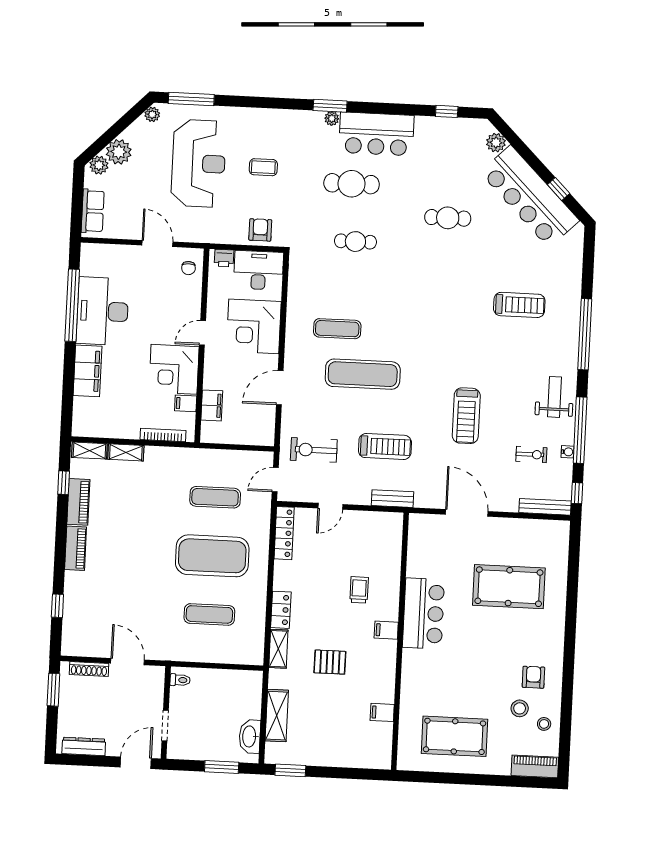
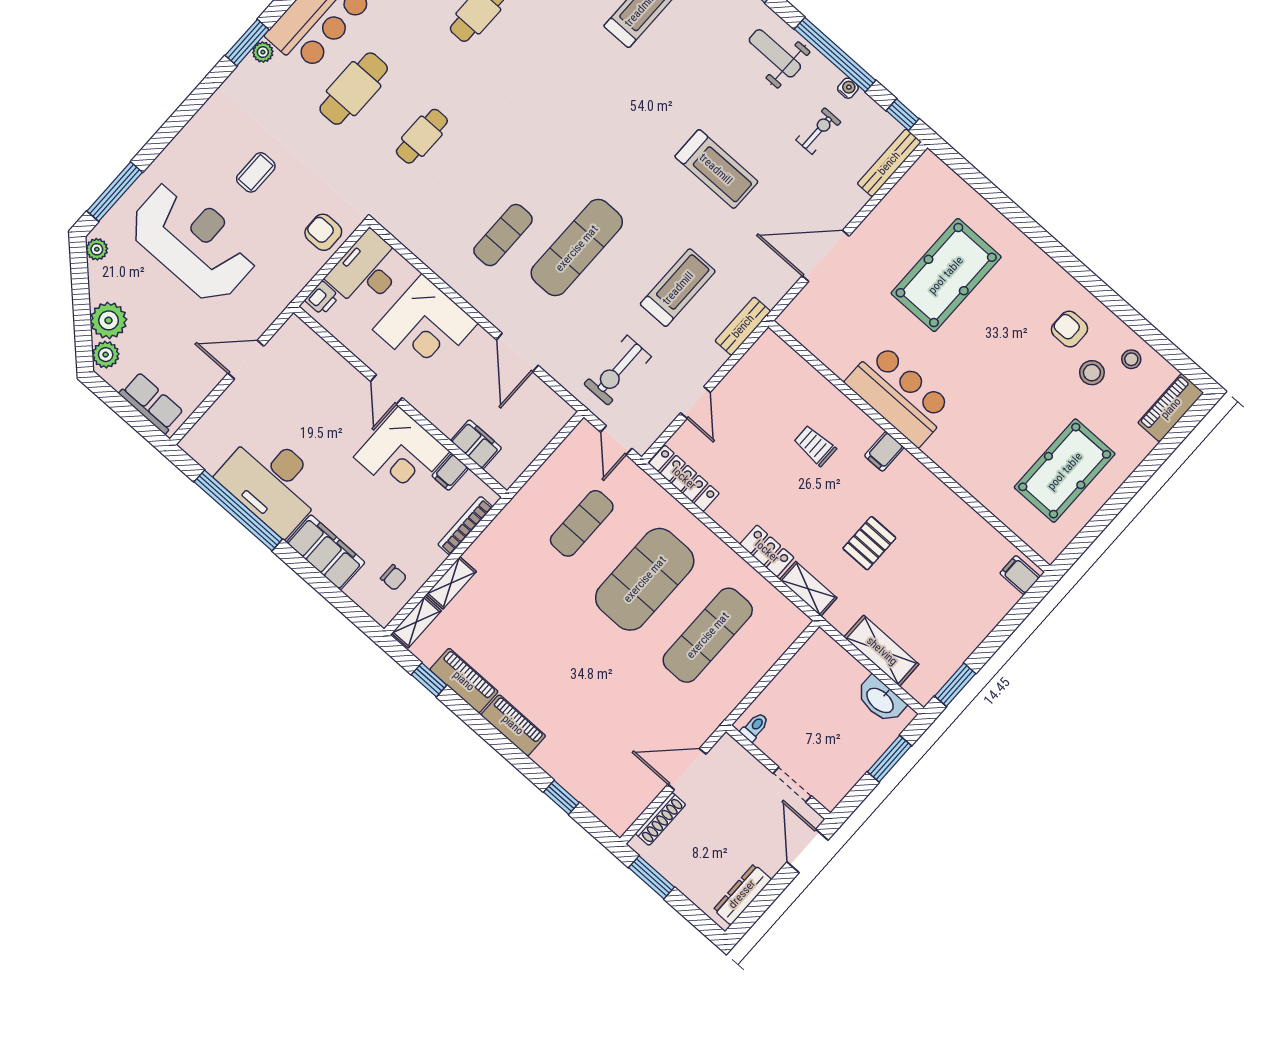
chair: (188, 268) -> (394, 578), moved
exercise mat: (209, 614) -> (708, 635), width x1.36, depth x1.45
filing cabinet: (382, 712) -> (1020, 575), moved, turned 90

